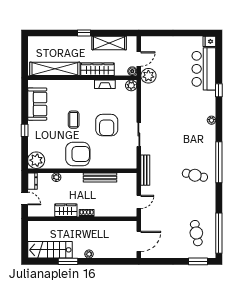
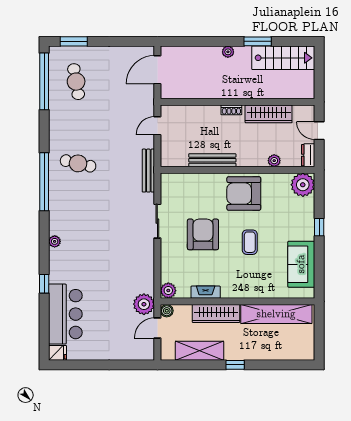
wardrobe: (66, 210) -> (269, 114), width x1.50

